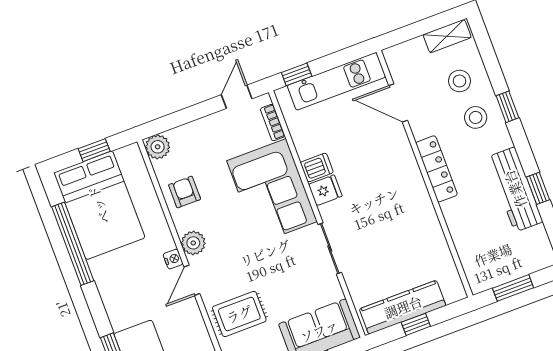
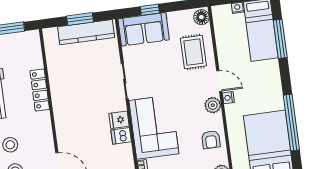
locker: (436, 169) -> (40, 90), moved
door: (192, 280) -> (219, 81), hinge flipped
rug: (239, 314) -> (193, 52), turned 90
window: (416, 324) -> (80, 19), width x1.50

